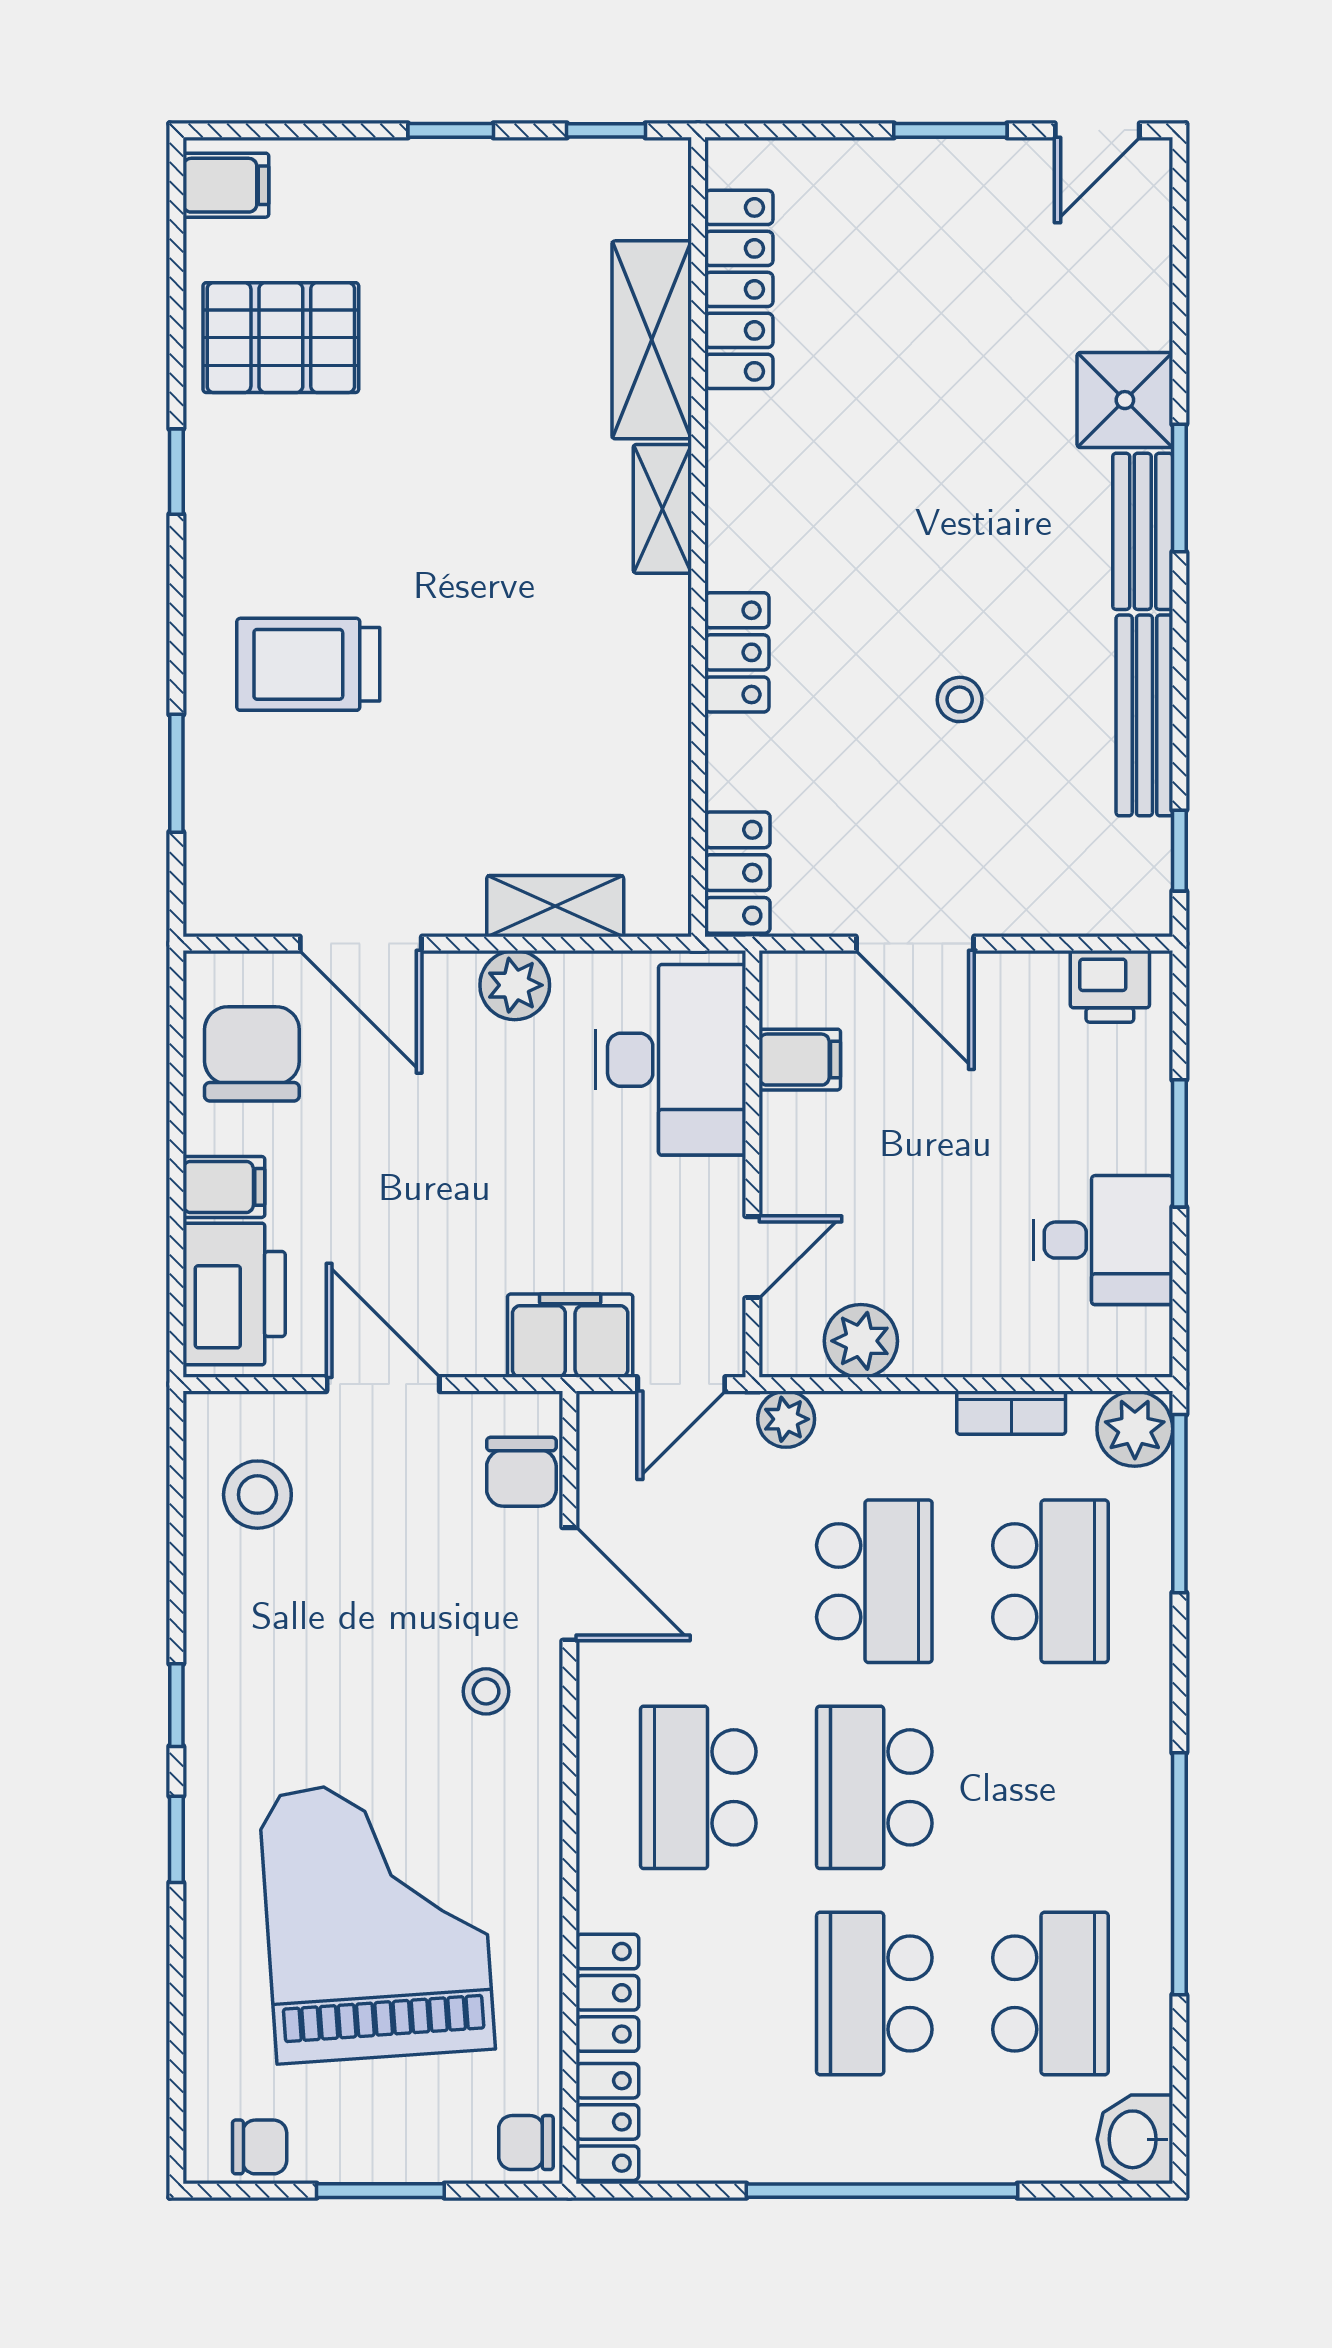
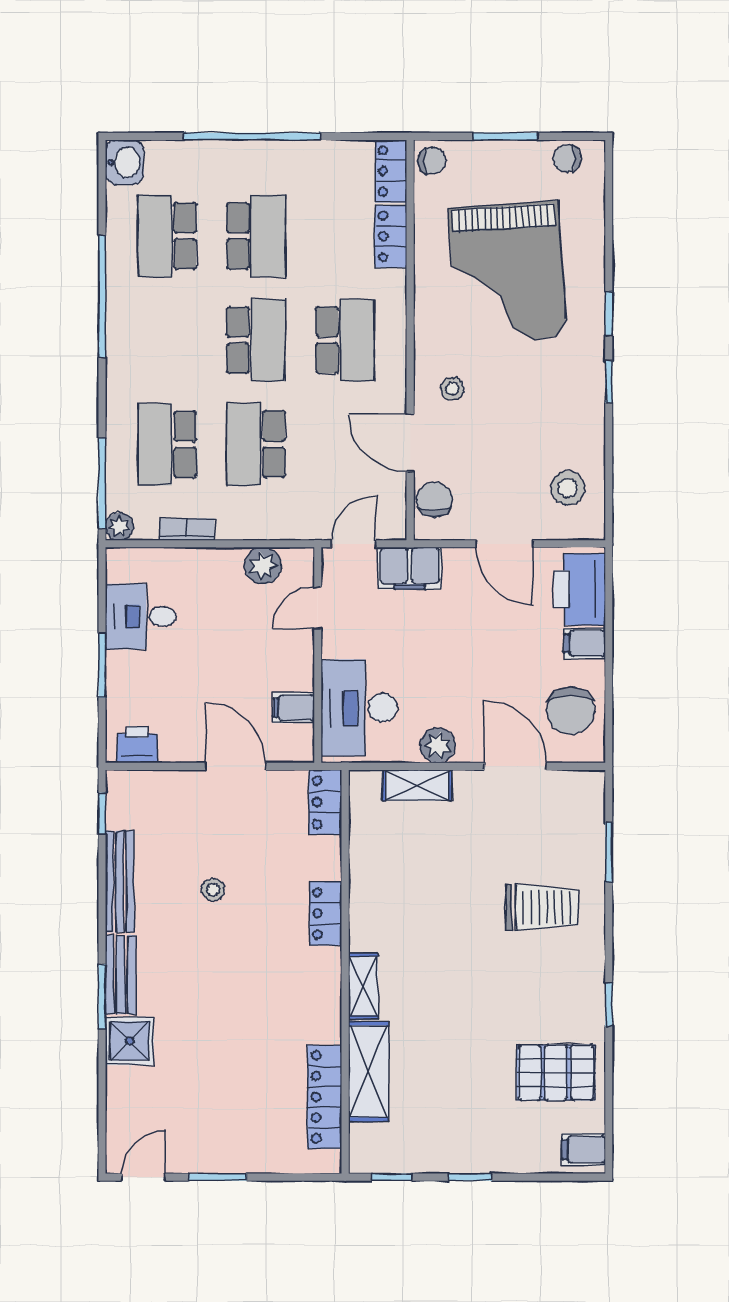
plant: (786, 1419) -> (301, 526), removed
plant: (1135, 1429) -> (119, 526), width x0.73, depth x0.73

